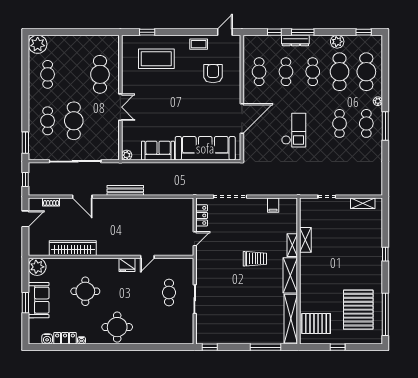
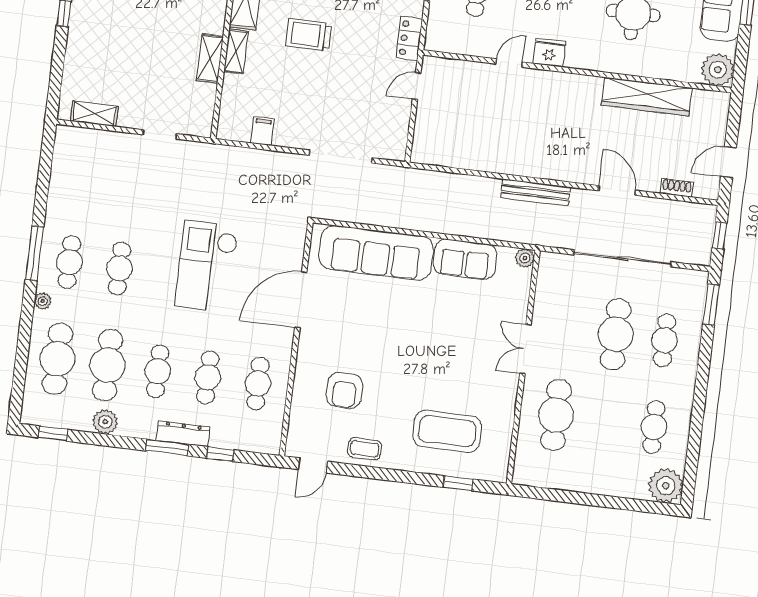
checkout: (294, 130) -> (207, 266), width x1.36, depth x1.21
locker: (202, 215) -> (409, 38), moved

